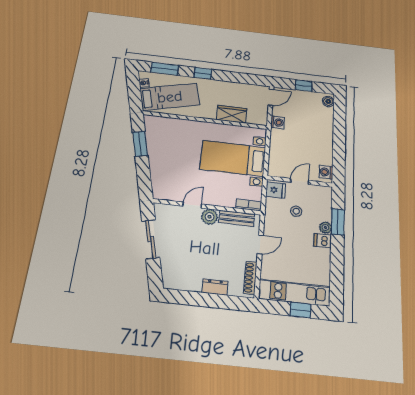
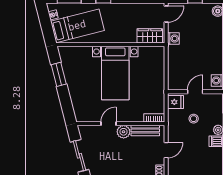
wardrobe: (232, 114) -> (150, 36), moved
bed with nightstands: (233, 158) -> (115, 73), moved, turned -90

